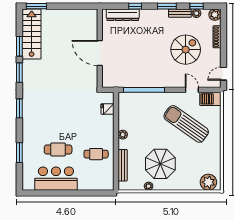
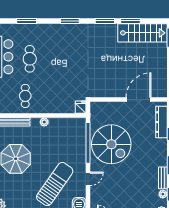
spiral stairs: (186, 50) -> (111, 144), moved, width x1.37, depth x1.37
door: (100, 53) -> (138, 100), moved
door: (192, 90) -> (88, 179), moved
fridge: (107, 109) -> (81, 107), moved

